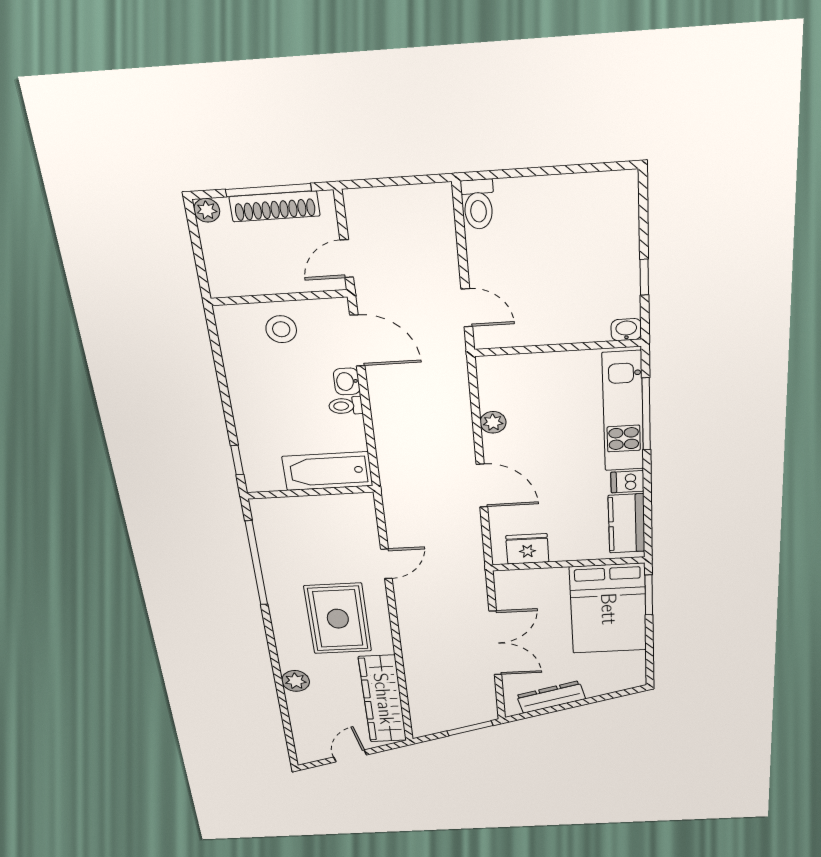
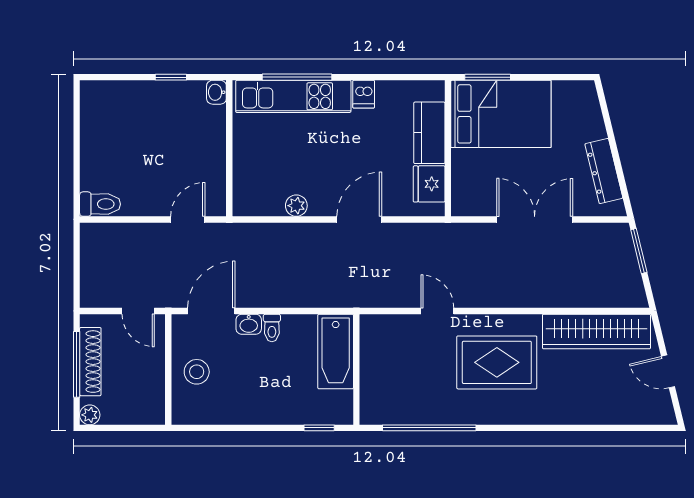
kitchen counter: (627, 523) -> (429, 133), moved, turned 90
plant: (296, 681) -> (569, 412), removed

